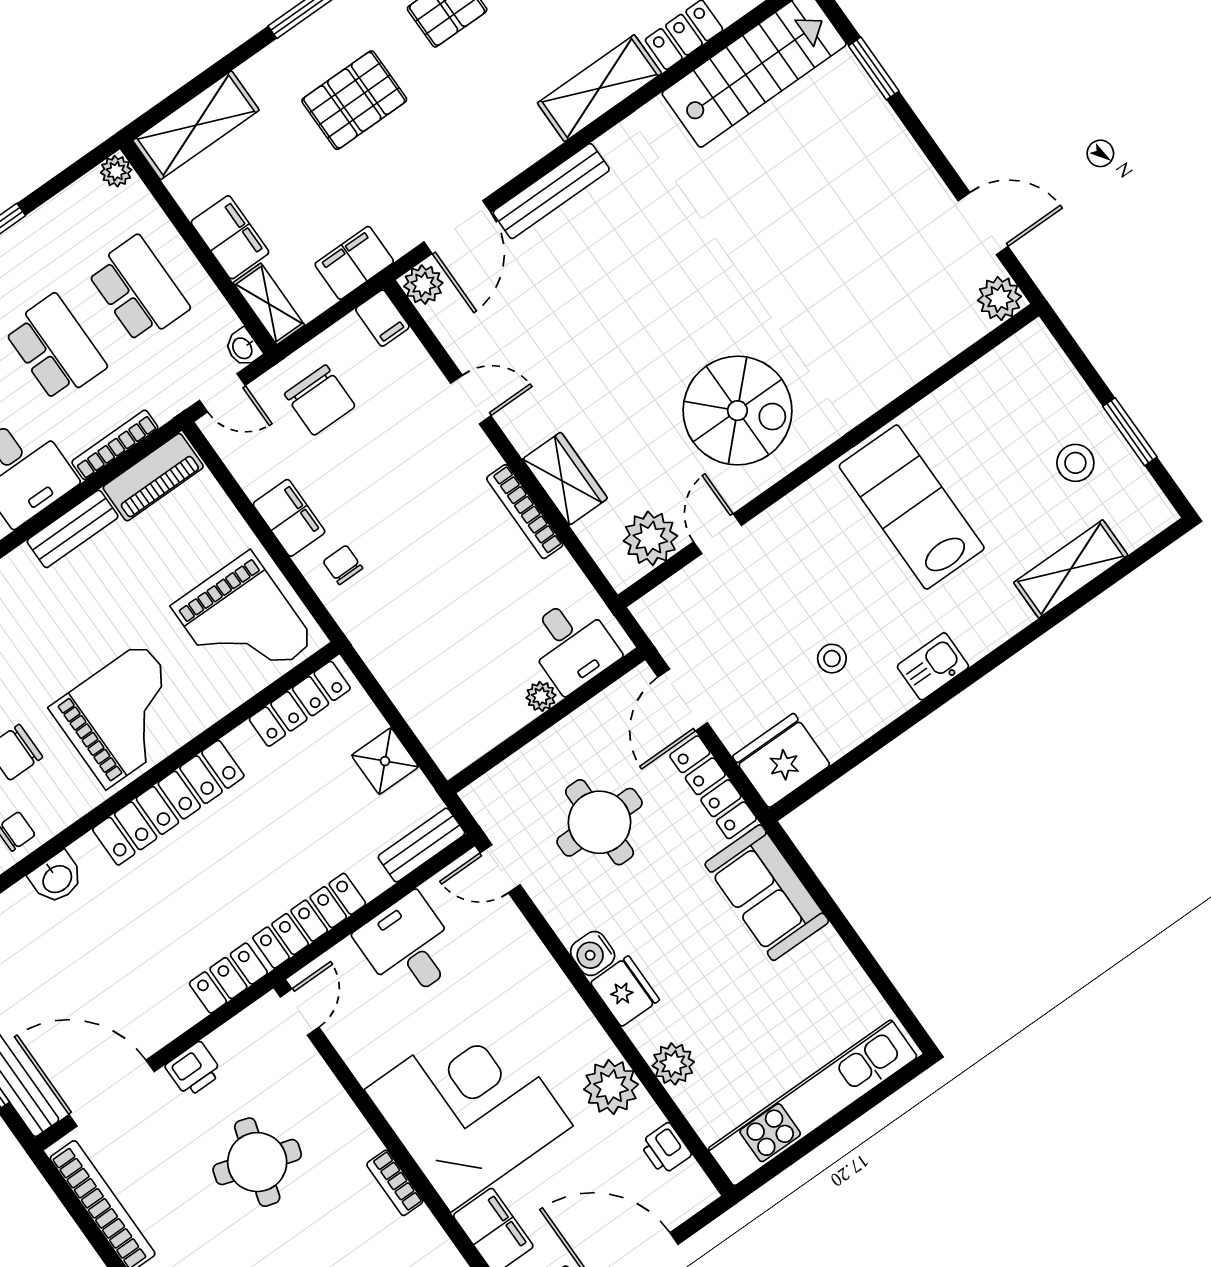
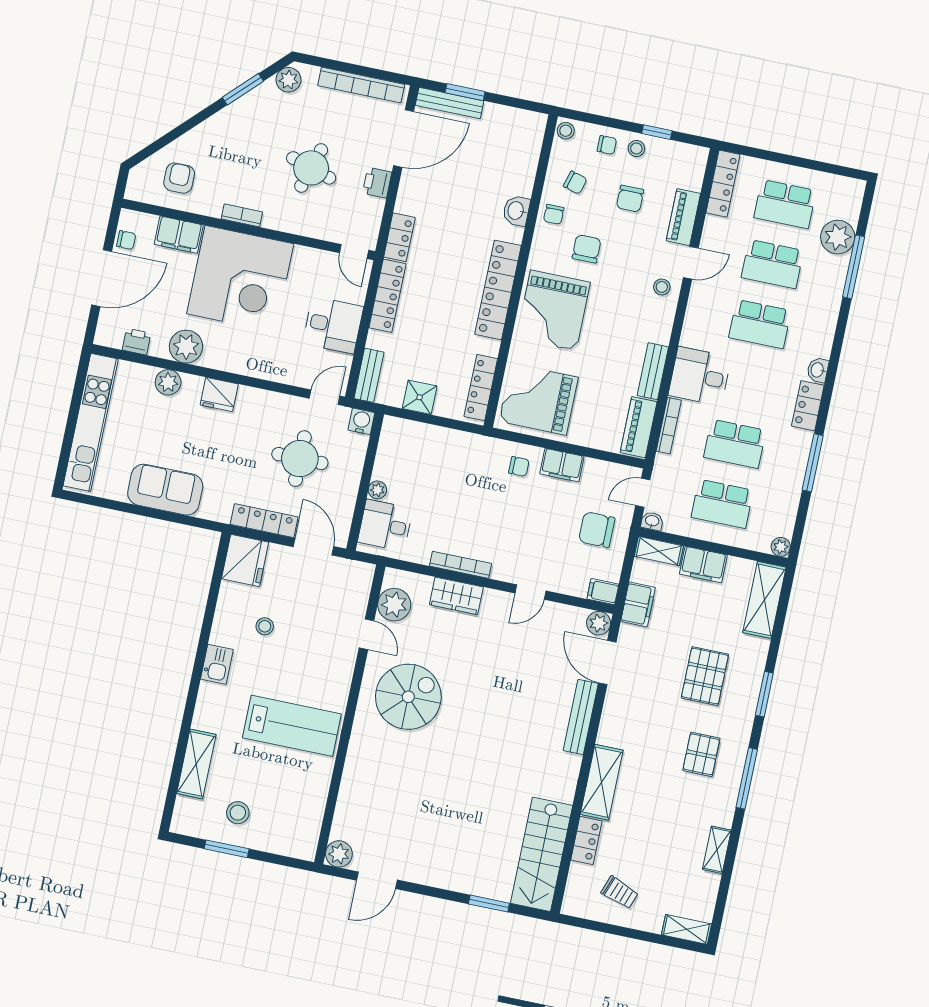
spiral stairs: (737, 411) -> (408, 697), turned 180
sofa: (767, 893) -> (165, 490), moved
water cooler: (593, 954) -> (361, 421), moved

